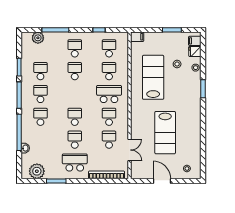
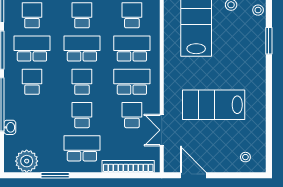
school desk: (40, 94) -> (32, 49), width x1.85
school desk: (75, 94) -> (82, 49), added
school desk: (109, 117) -> (132, 82), width x1.85
lab bench: (165, 133) -> (214, 105), turned 90
double door: (130, 150) -> (162, 130), swing flipped
door: (162, 181) -> (193, 175), moved

